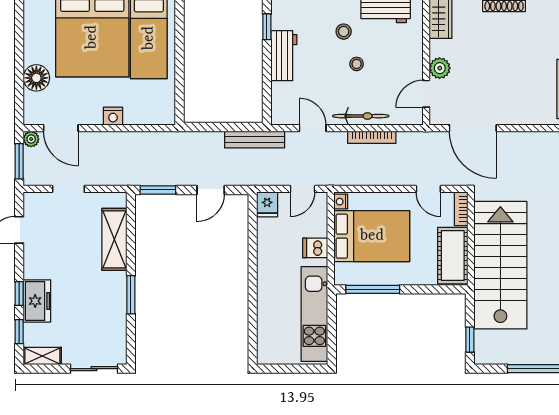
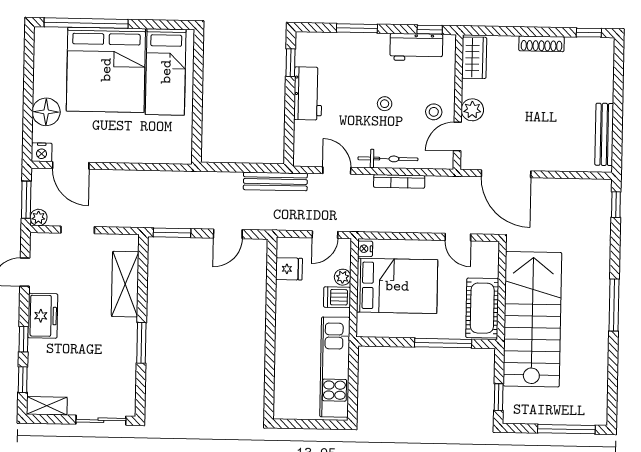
stool: (344, 32) -> (434, 112), moved
nightstand: (113, 116) -> (42, 152), moved
plant: (31, 139) -> (38, 218), moved
fridge: (267, 204) -> (289, 269), moved, turned -90
bookcase: (461, 209) -> (492, 259), removed
plant: (320, 229) -> (343, 277), added
window: (373, 289) -> (443, 343), moved
freezer: (37, 301) -> (43, 316), moved

